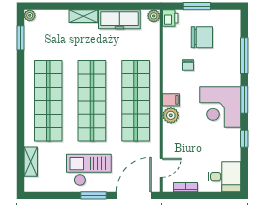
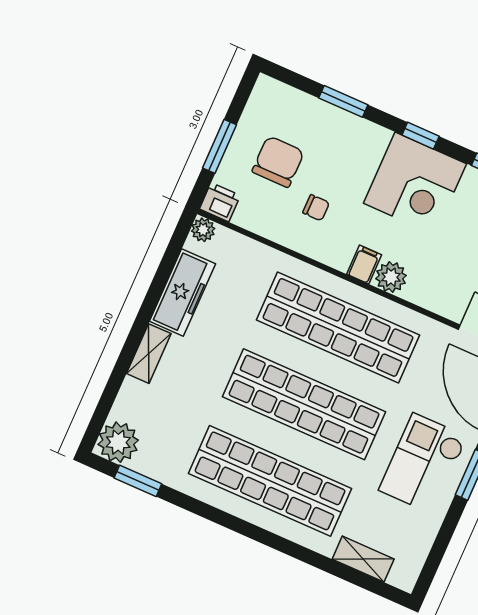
plant: (30, 15) -> (118, 442), width x1.87, depth x1.87
window: (244, 56) -> (343, 101), width x0.69
window: (244, 100) -> (421, 136), width x0.67

